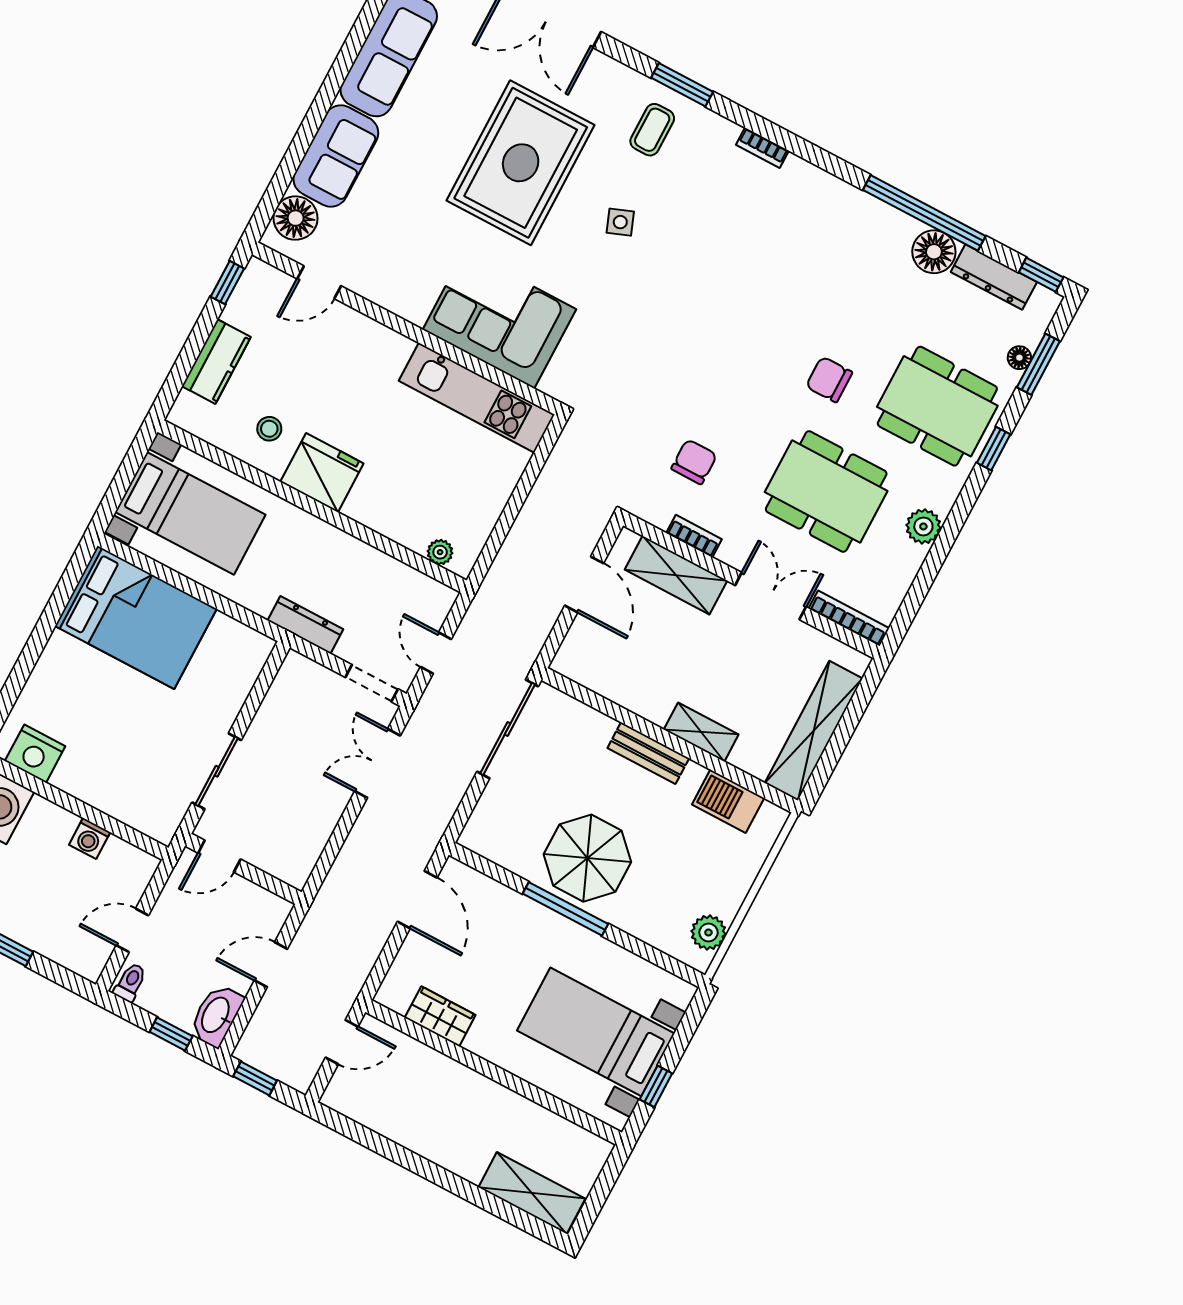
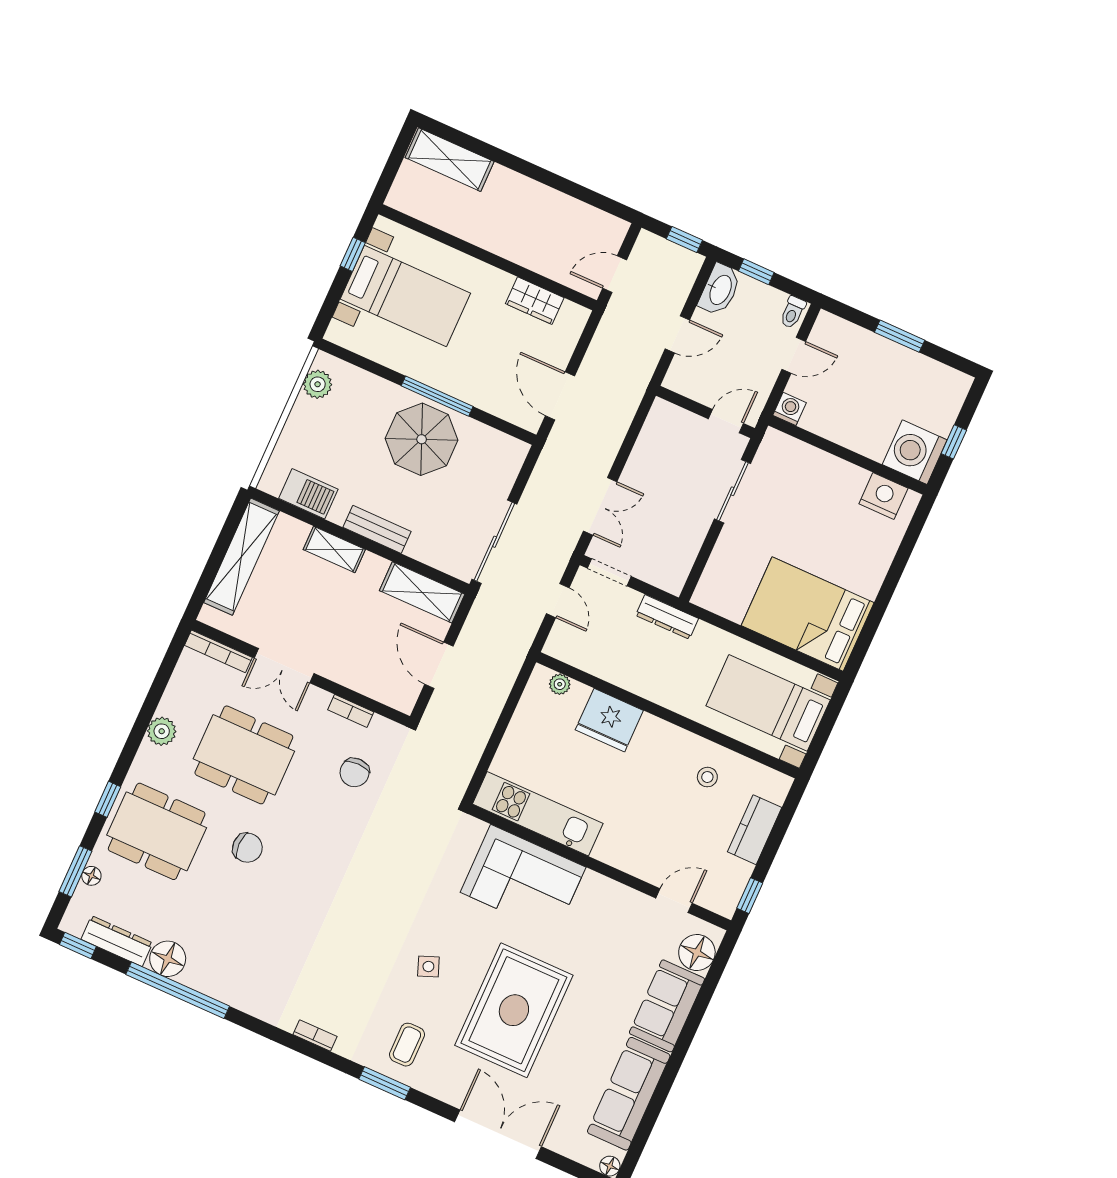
fridge: (322, 473) -> (609, 720), moved
shelving: (676, 575) -> (422, 592), moved
washing machine: (90, 838) -> (789, 409), moved

